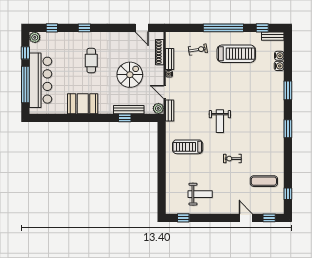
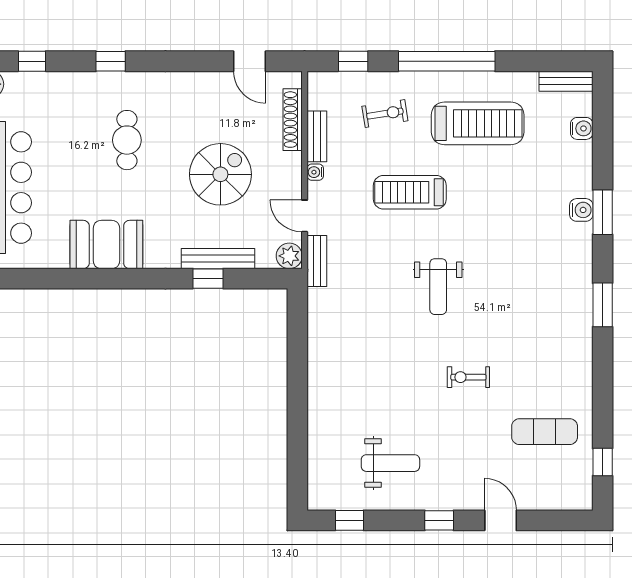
window: (262, 28) -> (353, 61), moved
water cooler: (279, 66) -> (581, 210), moved
treadmill: (188, 147) -> (410, 192), moved
window: (269, 218) -> (439, 520), moved

